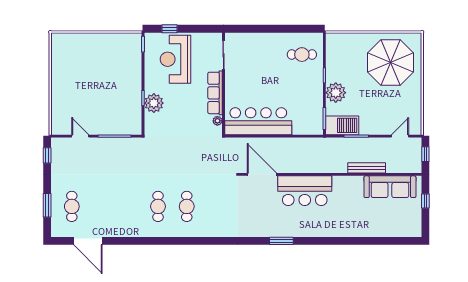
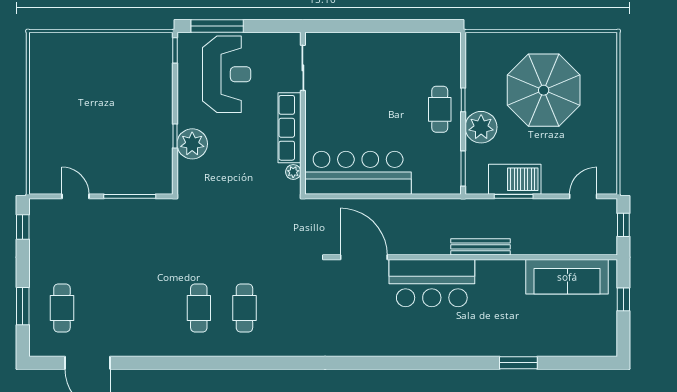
window: (170, 29) -> (217, 26), width x2.17
cafe table: (302, 55) -> (440, 109), moved, turned 90
reception desk: (175, 59) -> (227, 74), turned 180
parasol: (390, 63) -> (544, 90), moved
barbecue: (342, 125) -> (515, 179), moved
bench: (367, 168) -> (480, 247), moved
window: (281, 241) -> (518, 363), moved

